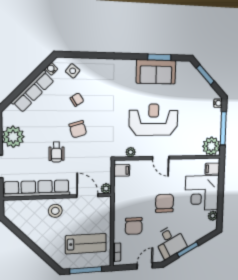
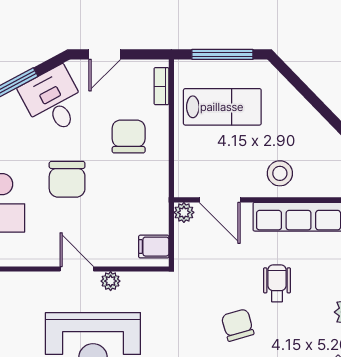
plant: (131, 152) -> (111, 281), moved
lab bench: (86, 244) -> (222, 107), turned 180

